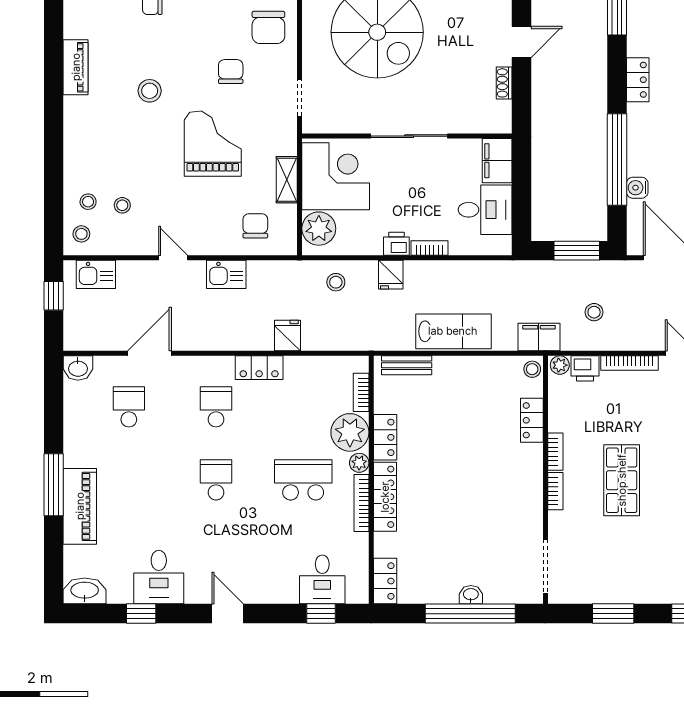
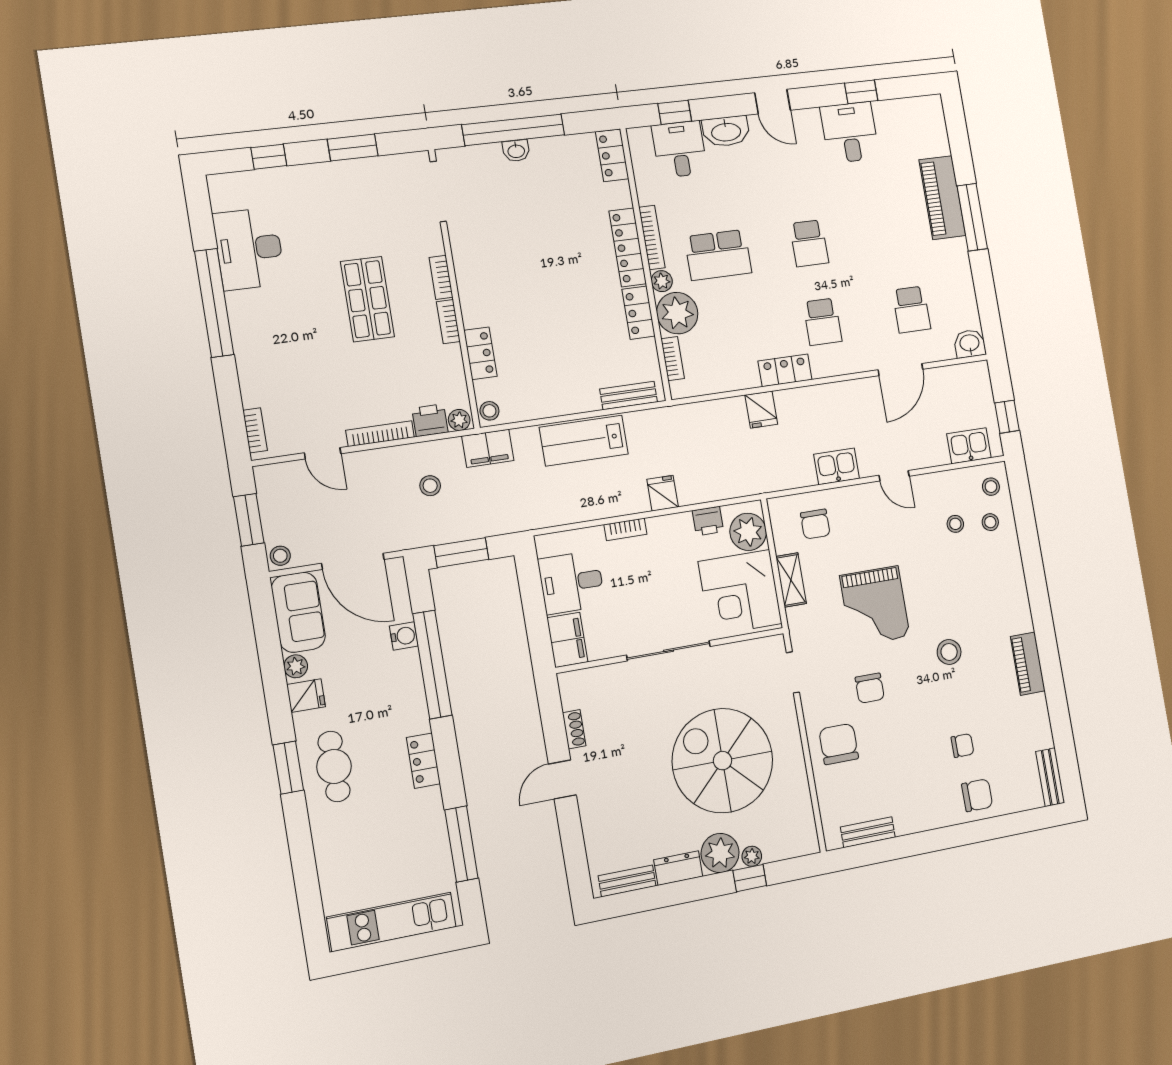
printer: (396, 244) -> (708, 521), moved
stool: (336, 282) -> (720, 476), removed
washbasin: (85, 591) -> (726, 131), moved

